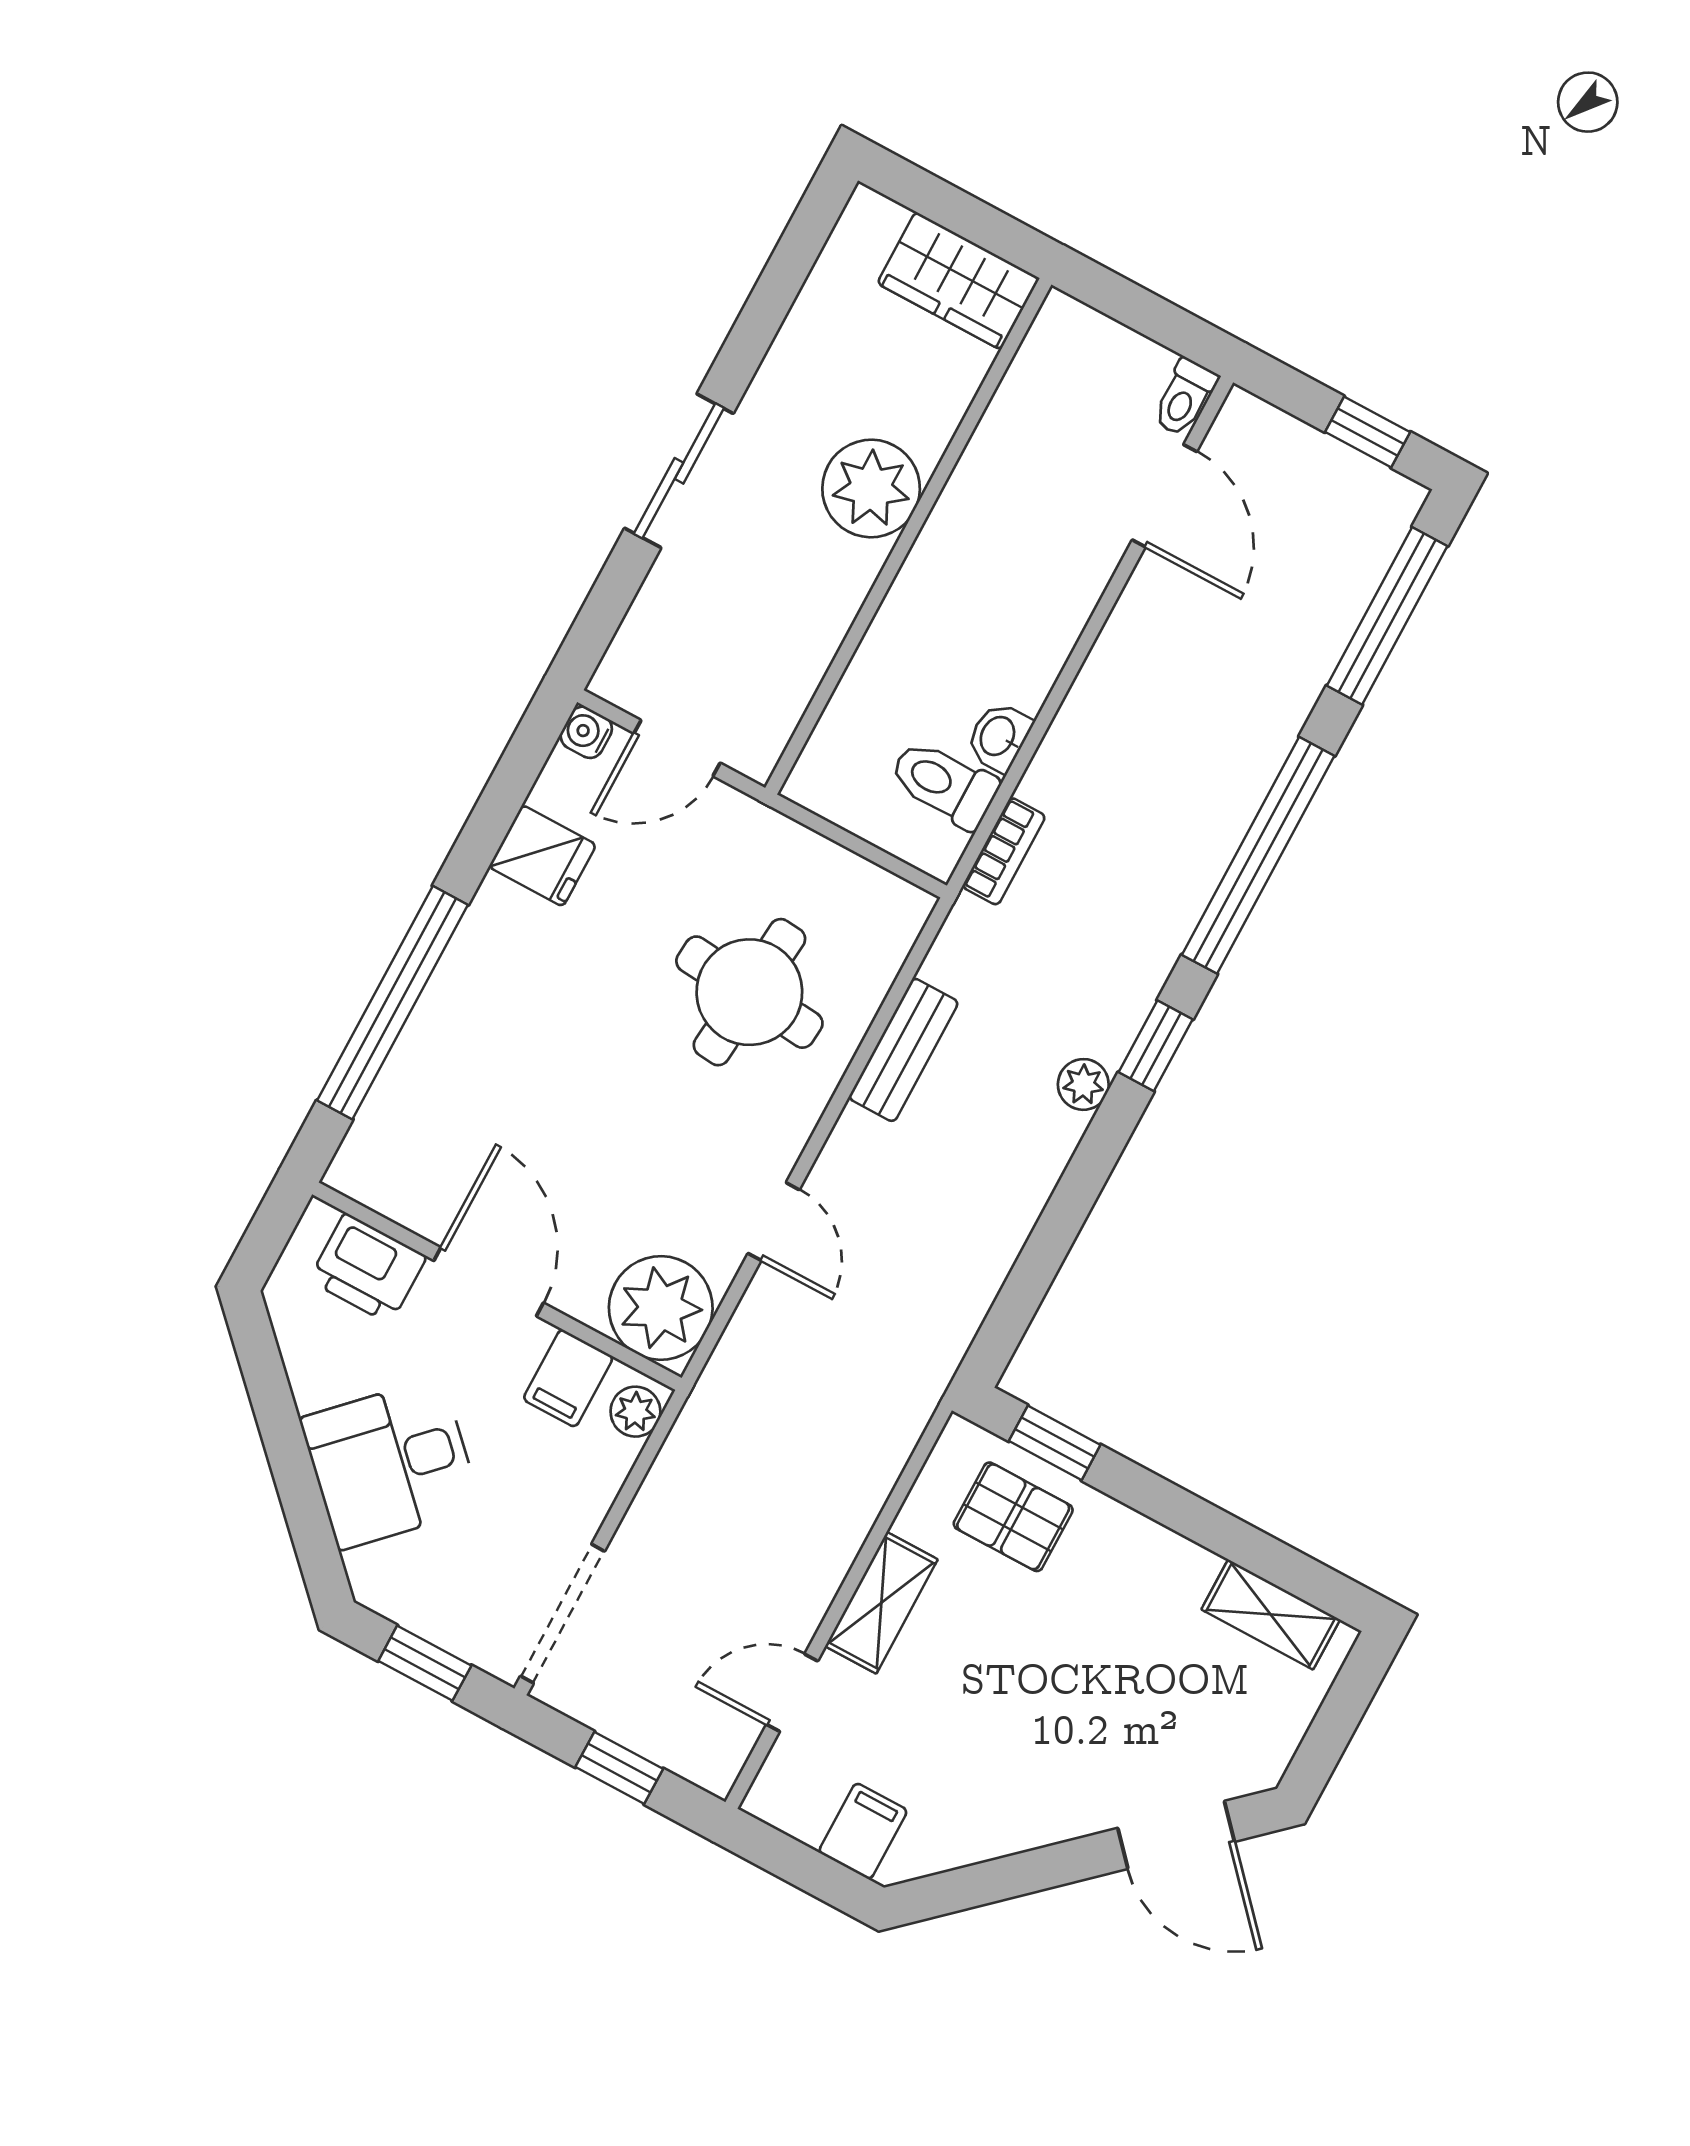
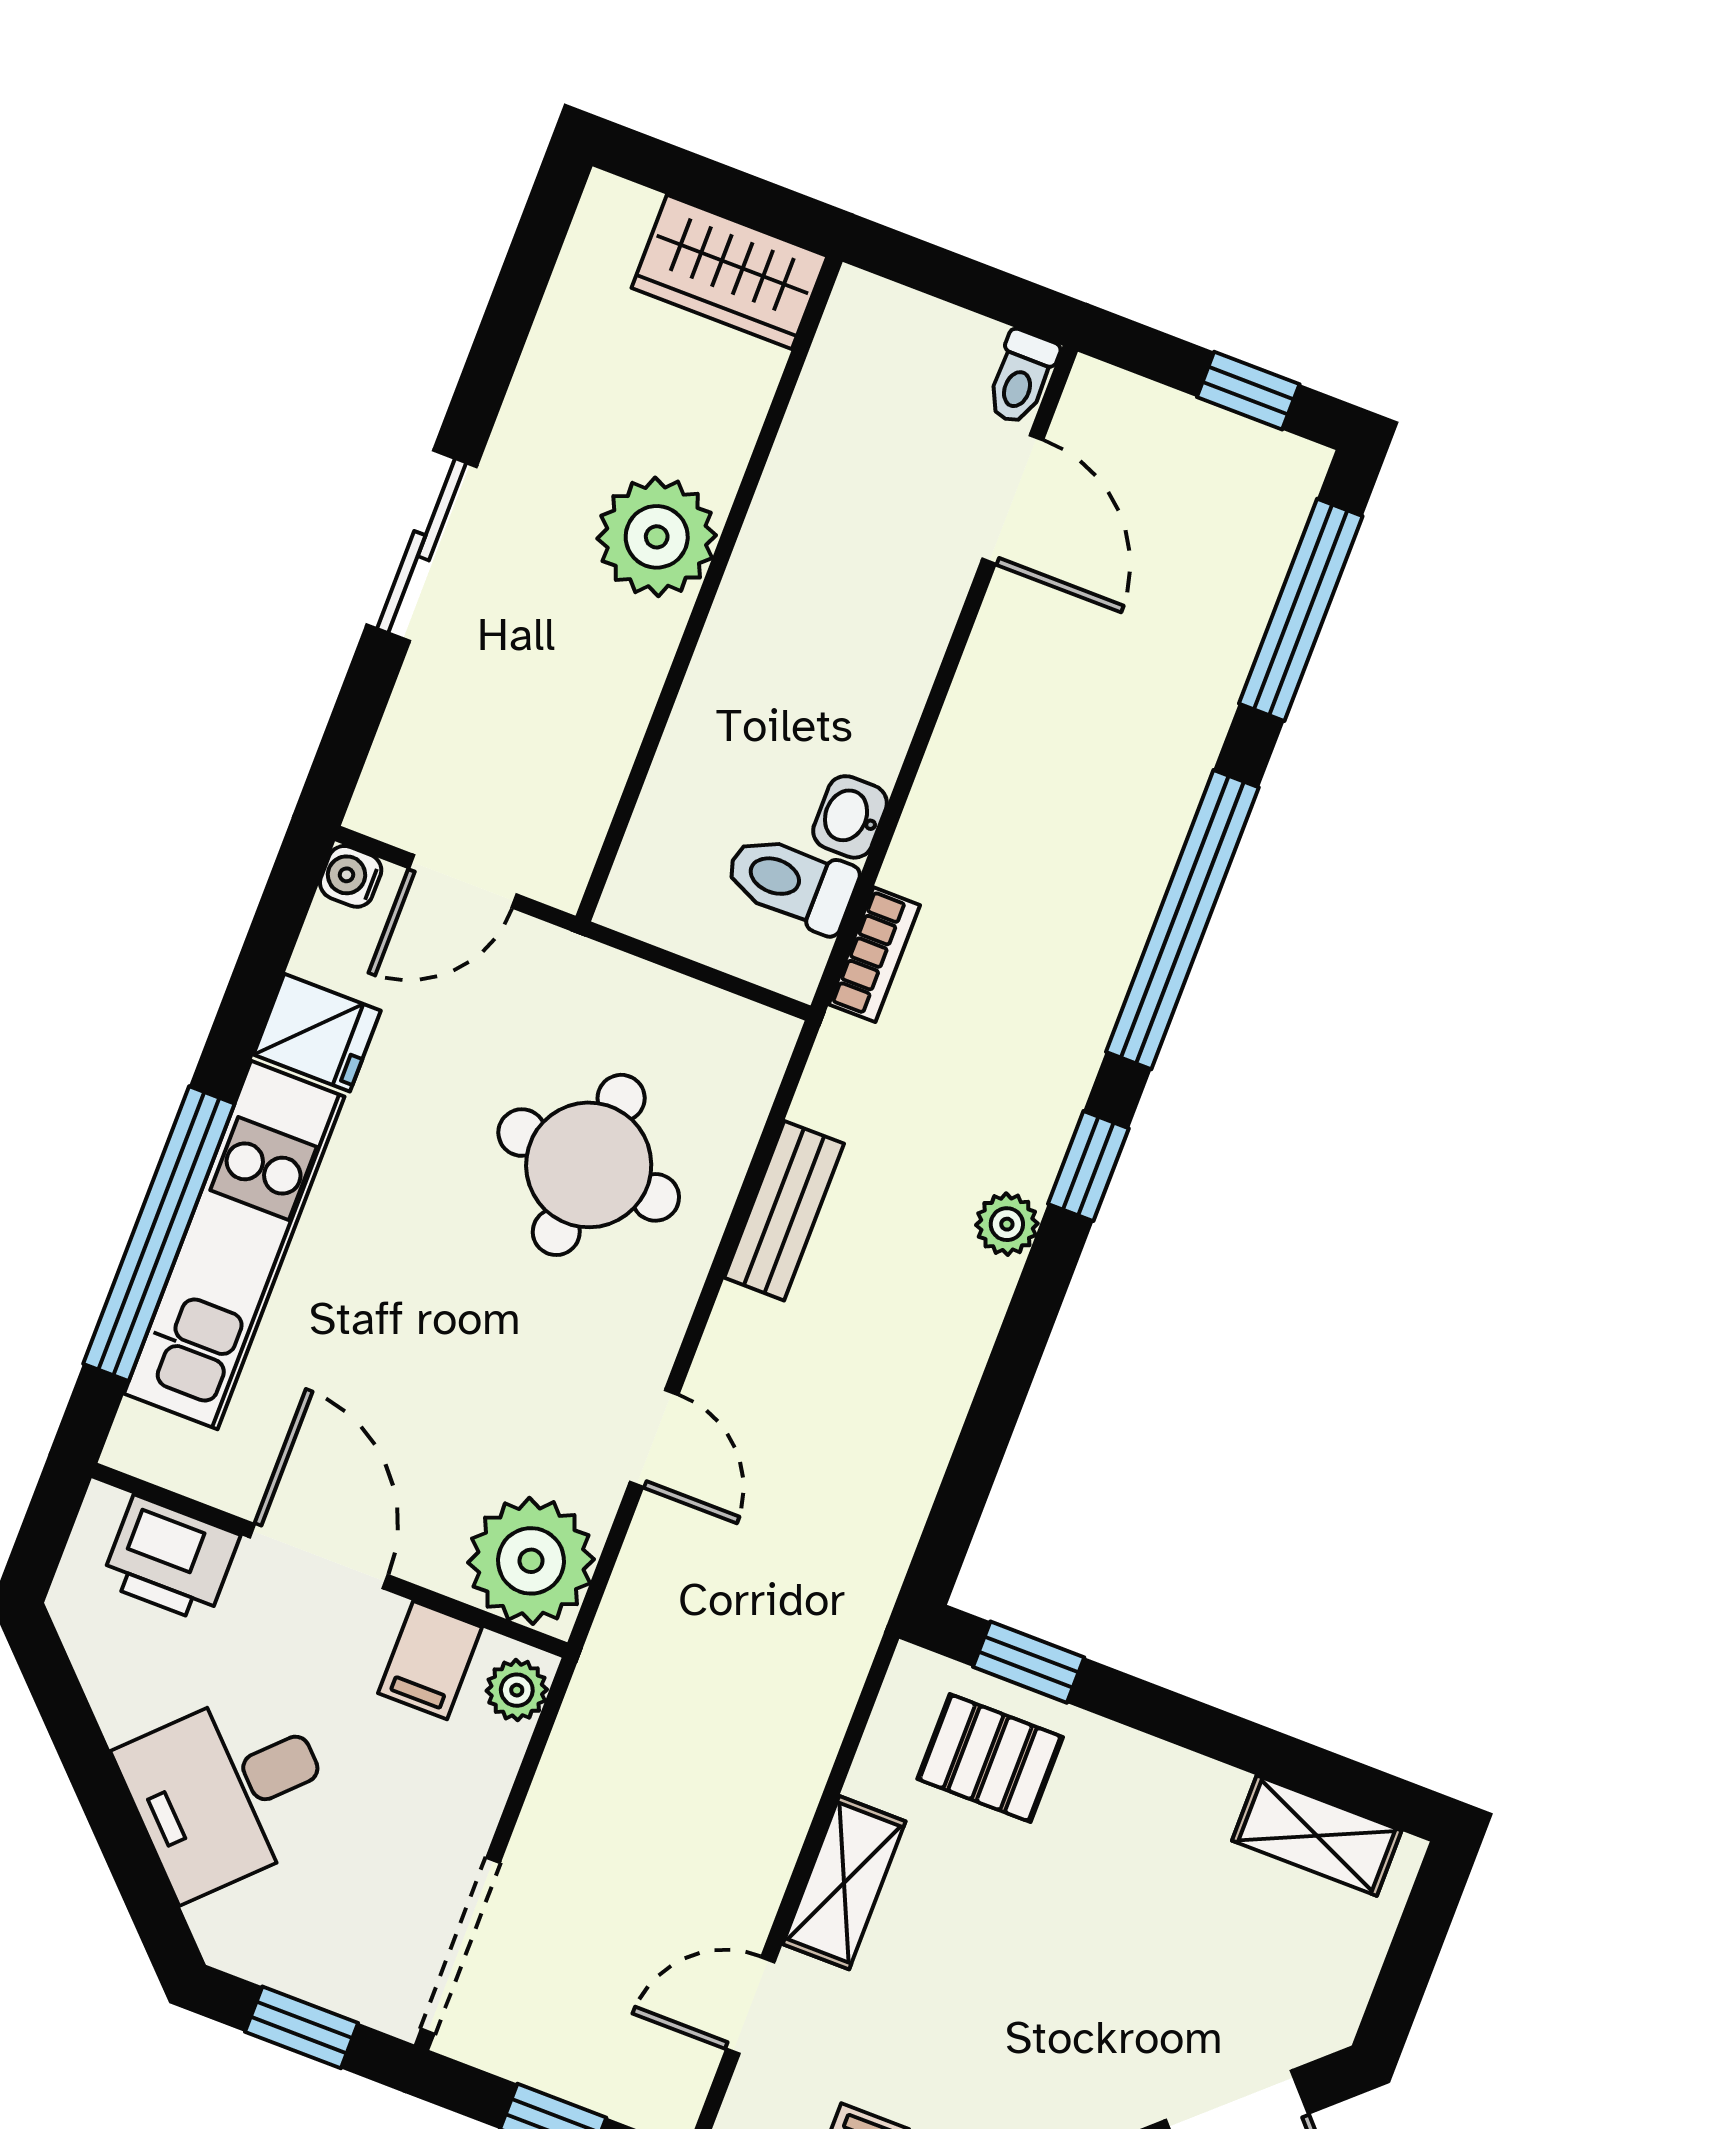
kitchen unit: (453, 1020) -> (234, 1245), added

